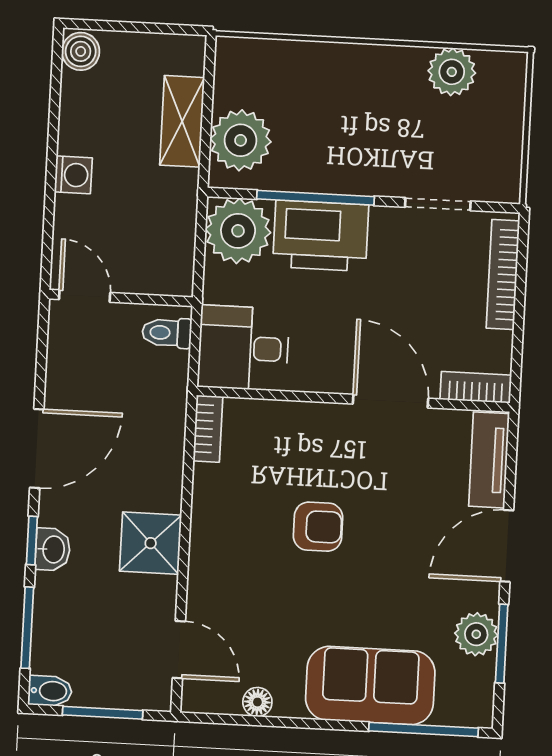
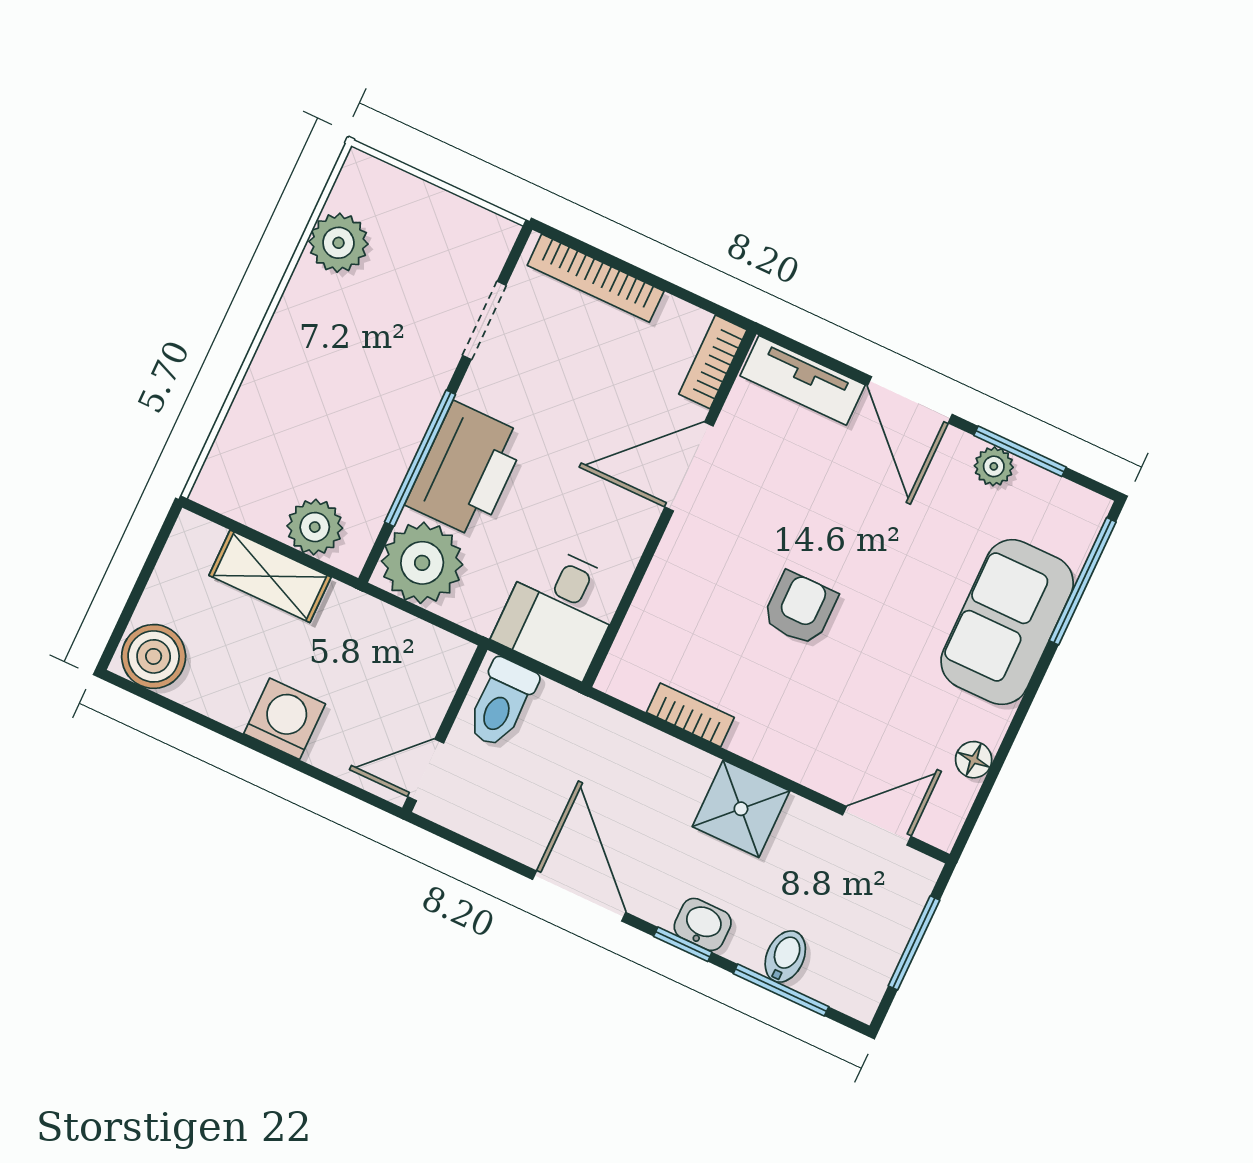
boiler: (81, 51) -> (154, 656), width x1.36, depth x1.36
plant: (241, 140) -> (315, 527), width x0.73, depth x0.73
washing machine: (73, 175) -> (285, 719), width x1.38, depth x1.38
toilet: (167, 333) -> (501, 703), width x1.37, depth x1.39
bookcase: (208, 429) -> (690, 715), moved
plant: (476, 634) -> (994, 466), width x0.73, depth x0.73
bidet: (50, 691) -> (785, 957), moved

